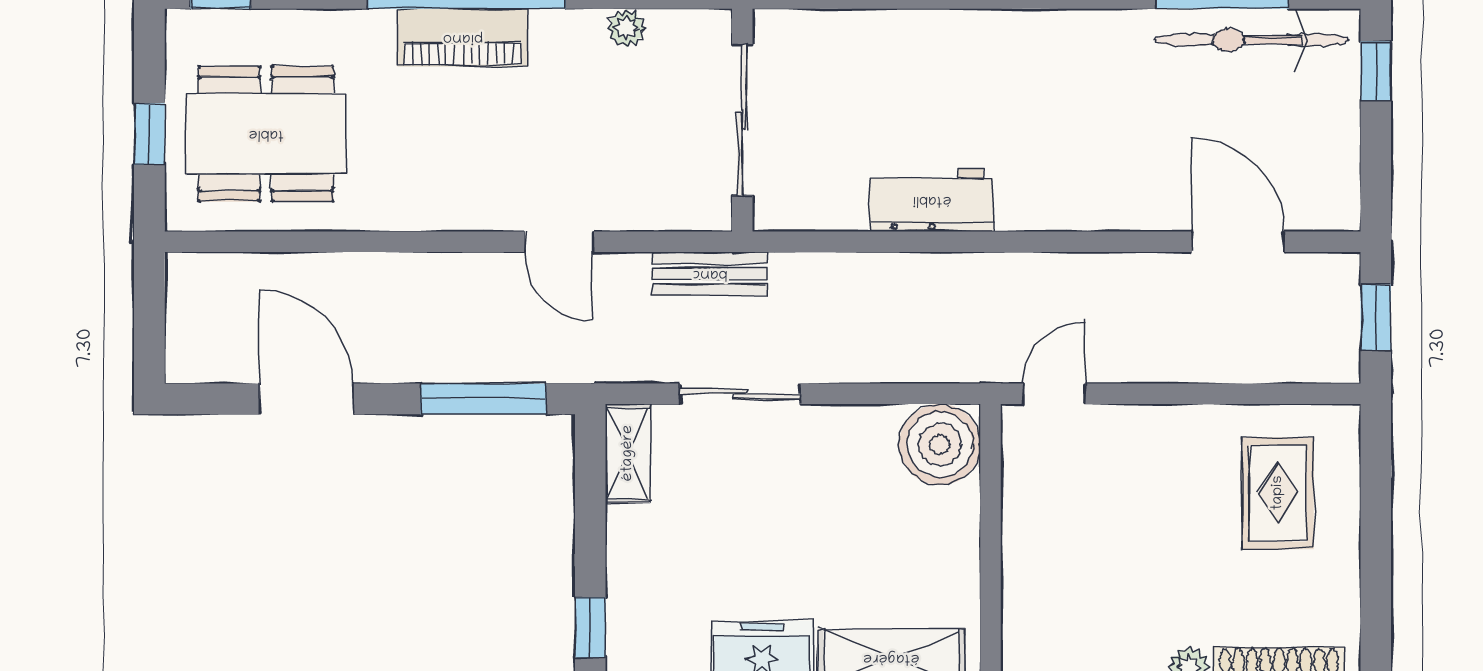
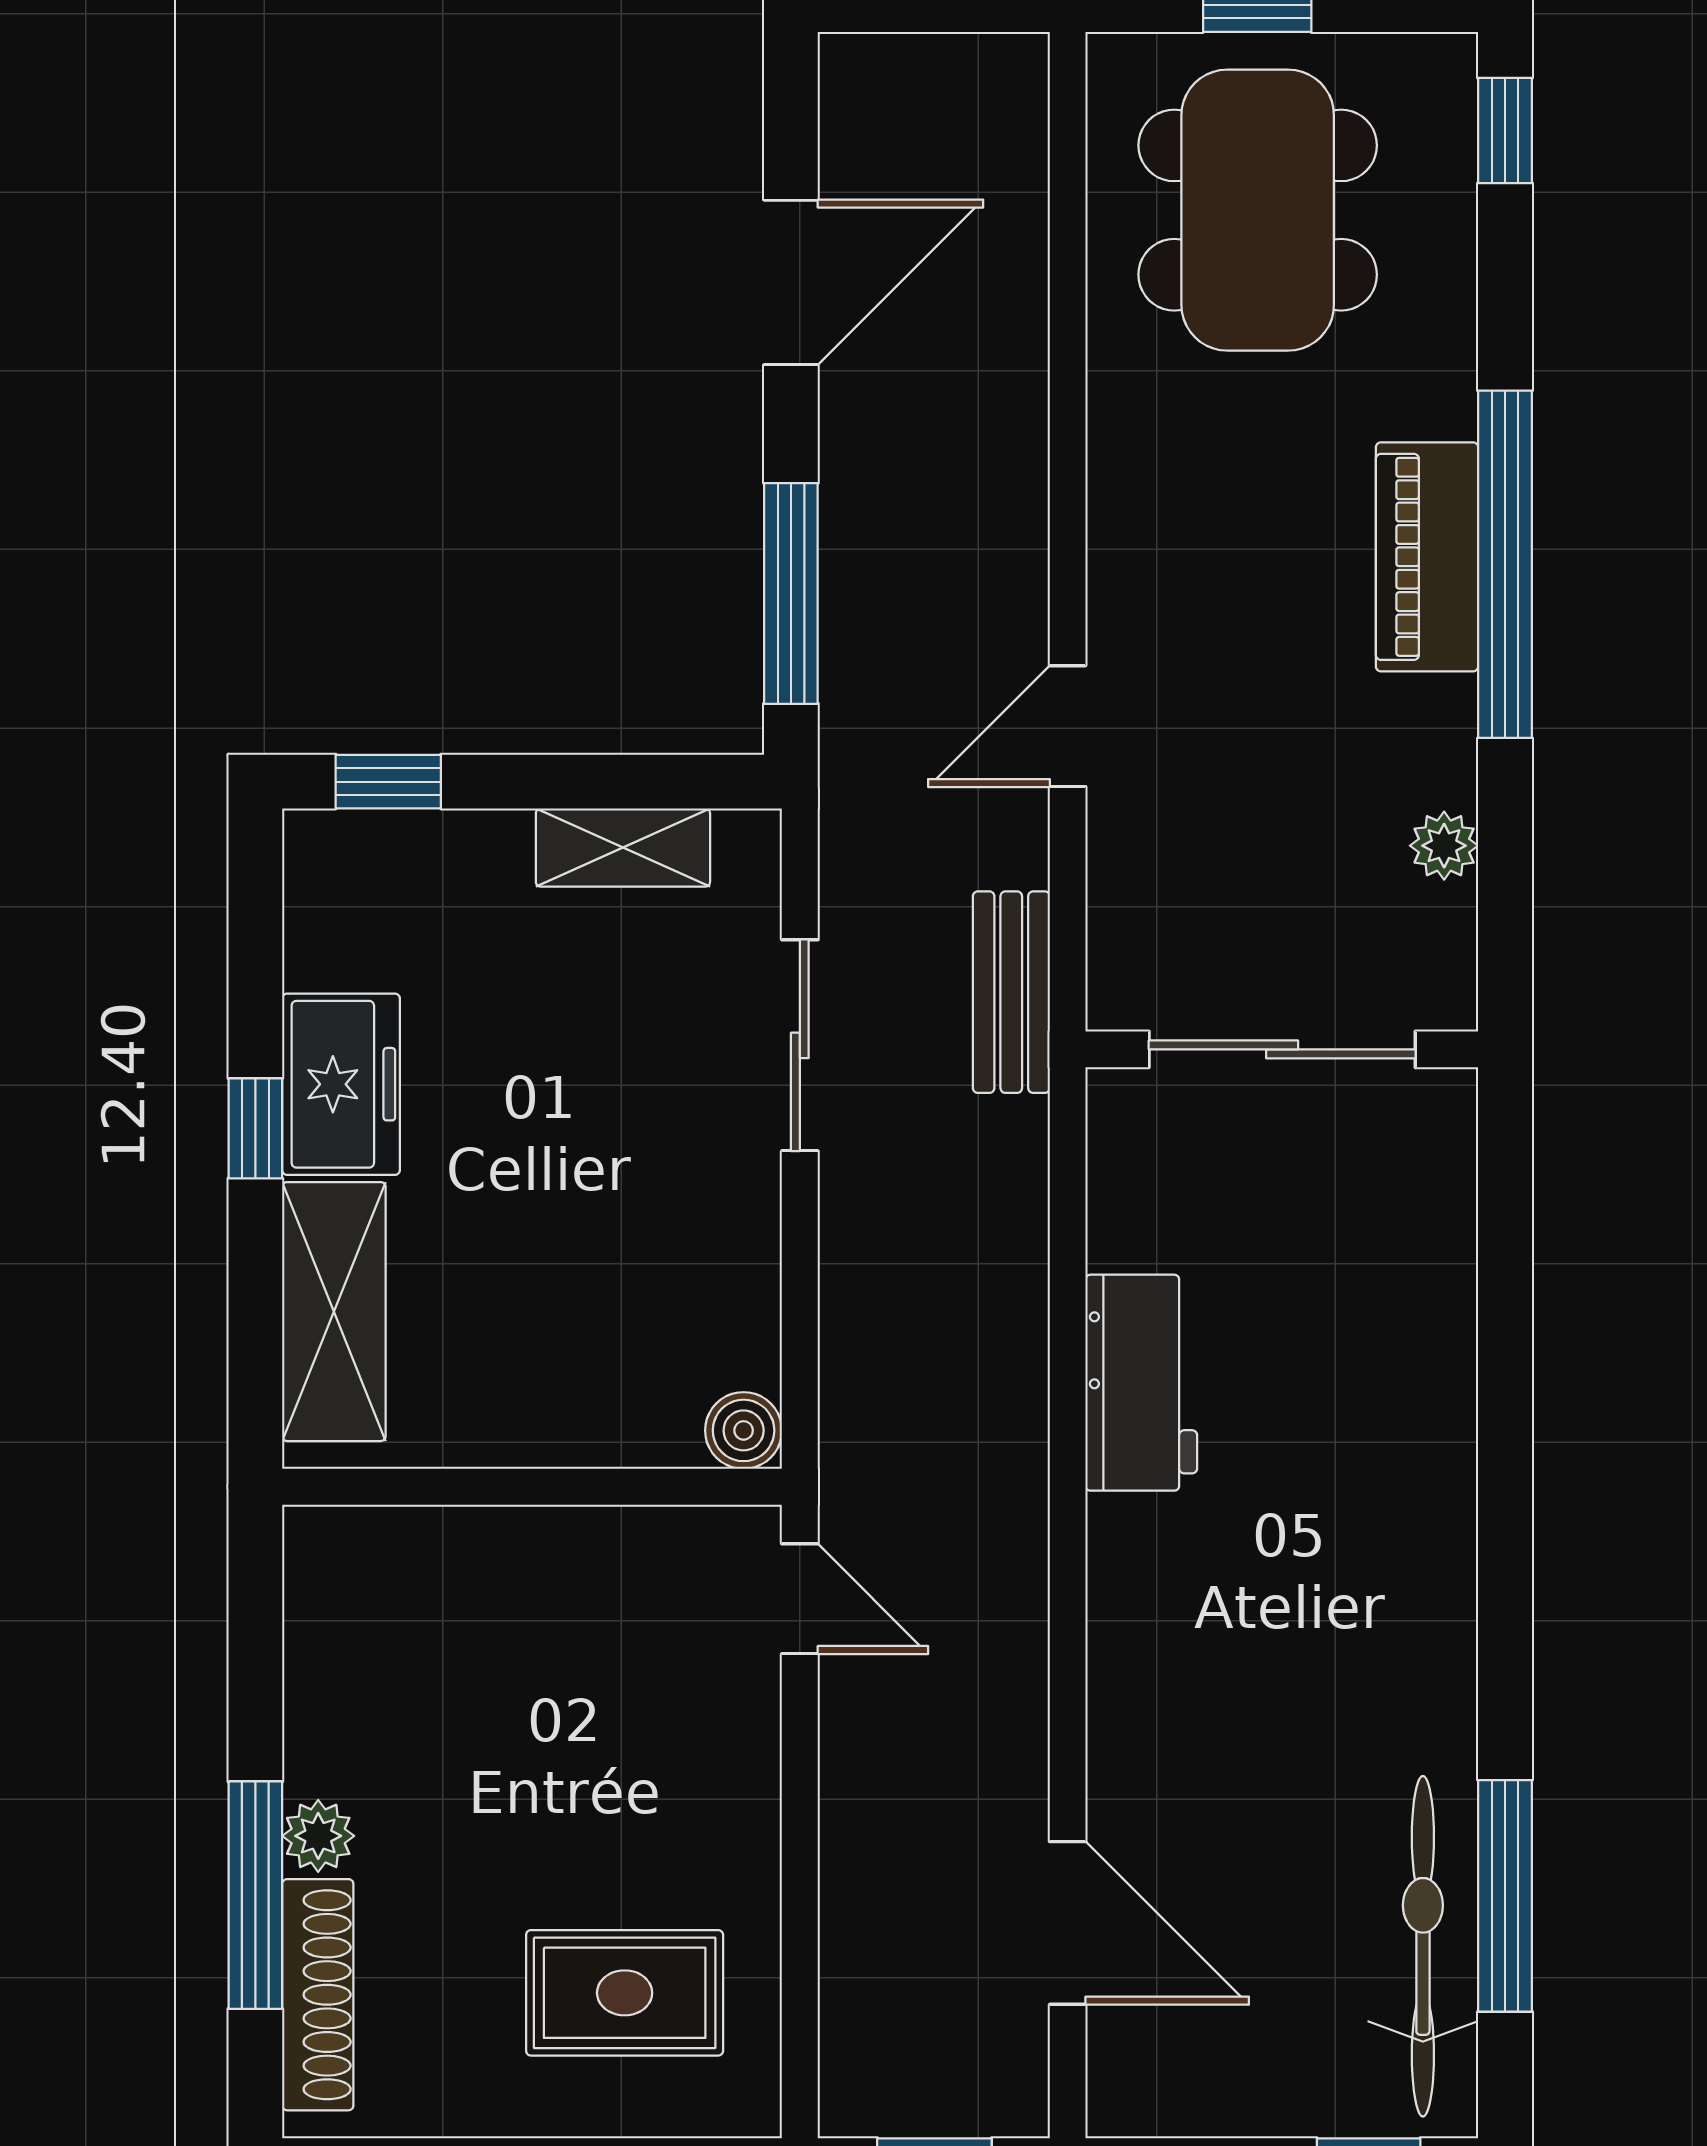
door: (1238, 242) -> (1068, 1923), hinge flipped
boiler: (940, 445) -> (744, 1430), width x0.54, depth x0.54
shelving: (628, 453) -> (623, 848), moved

